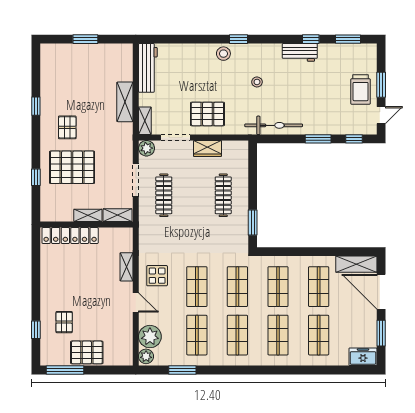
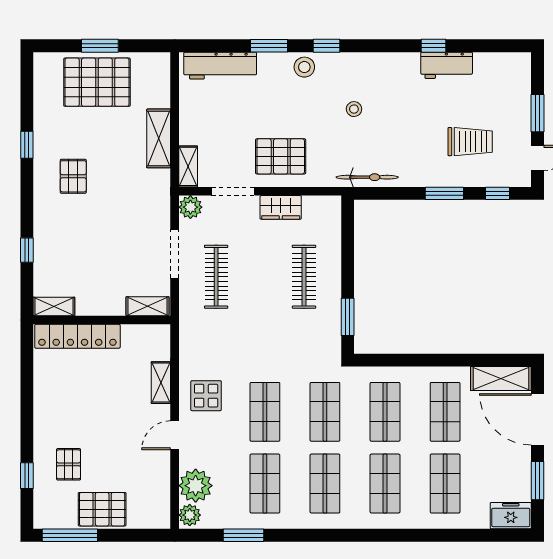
window: (348, 39) -> (269, 46), moved
workbench: (300, 52) -> (447, 65), moved
workbench: (148, 68) -> (220, 66), moved, turned 90
trolley: (361, 89) -> (470, 142), moved, turned -90
bicycle: (274, 125) -> (367, 177), width x0.73, depth x0.71
pallet: (72, 167) -> (97, 82), moved
shelving: (88, 215) -> (54, 306), moved
door: (136, 303) -> (175, 435), swing flipped

